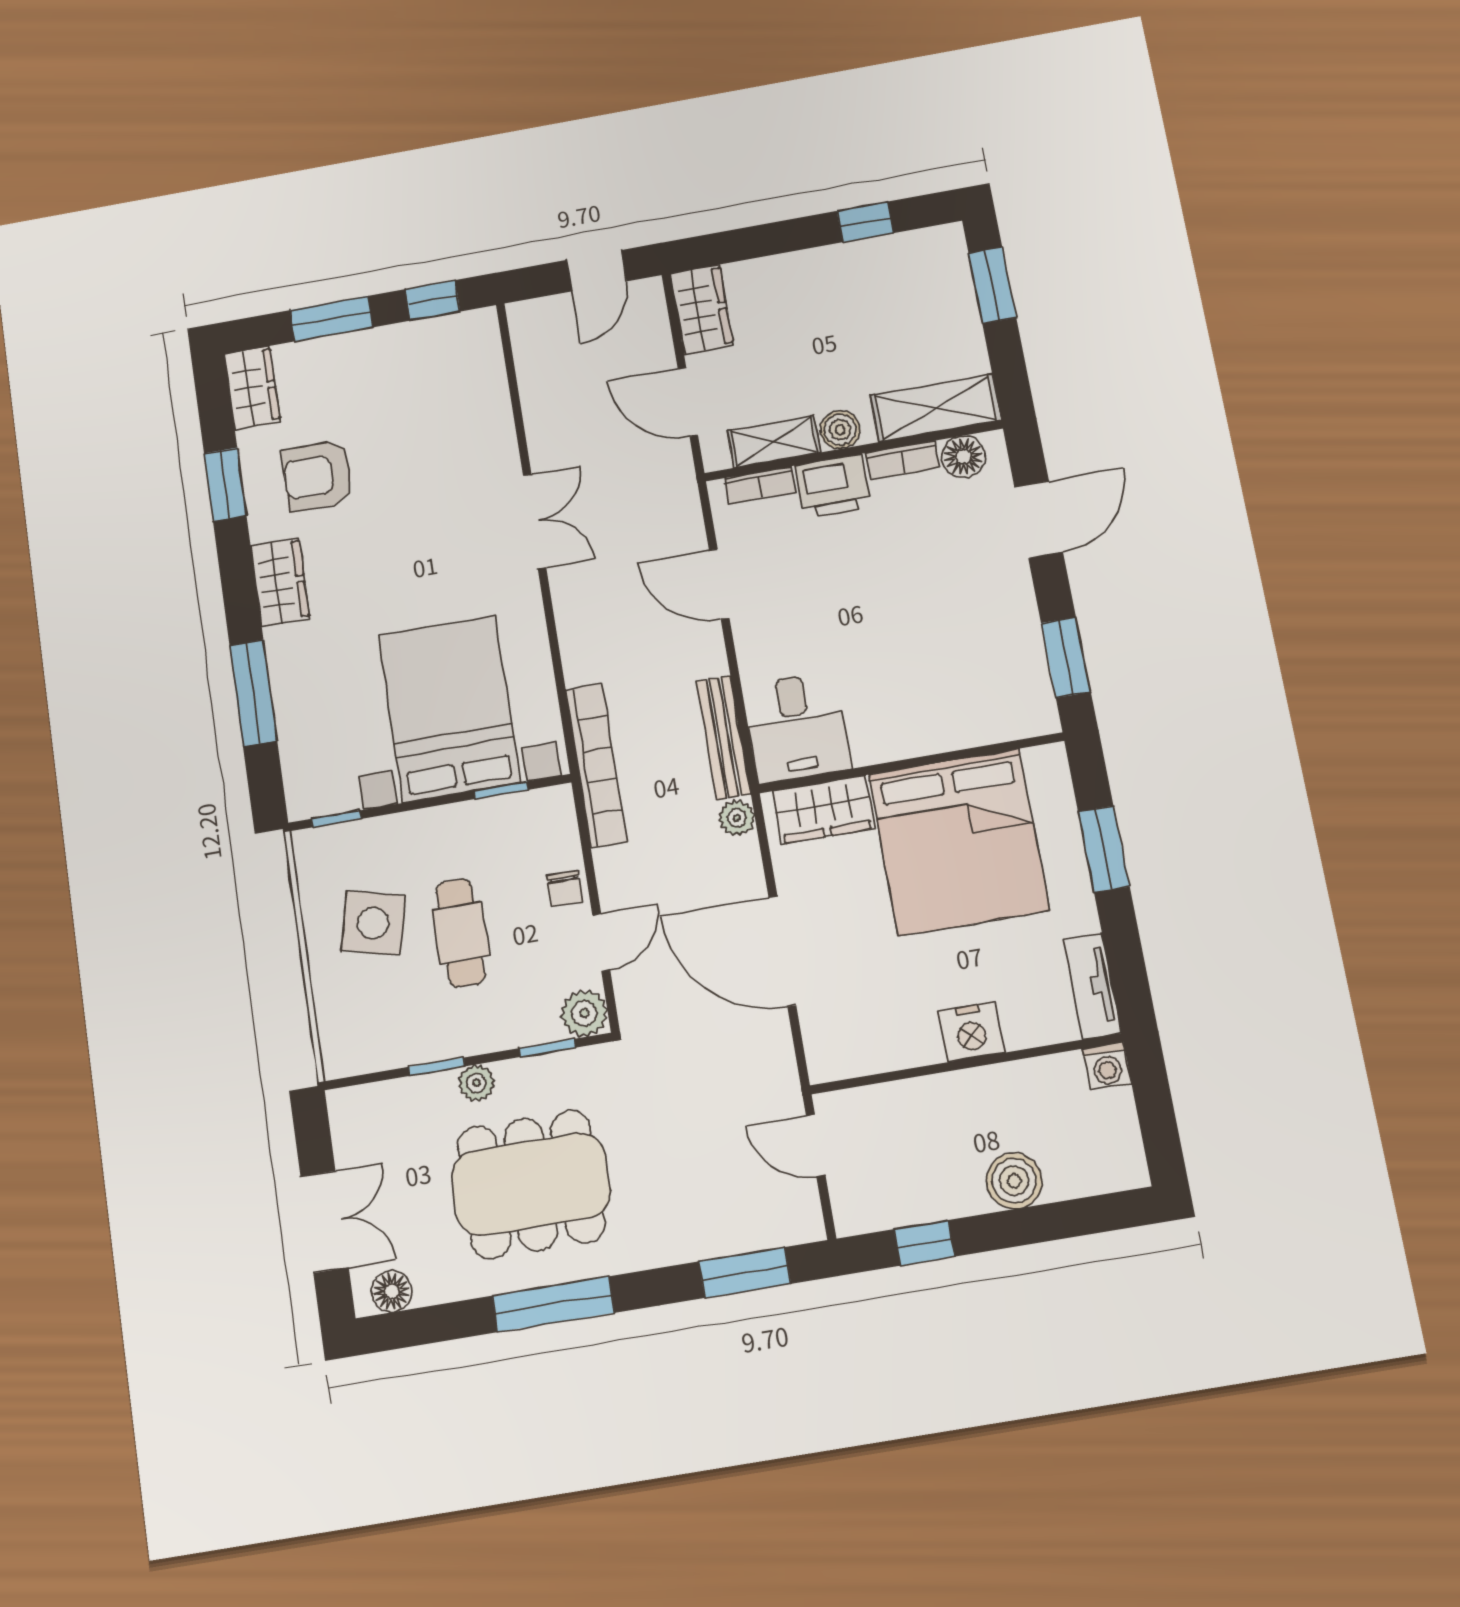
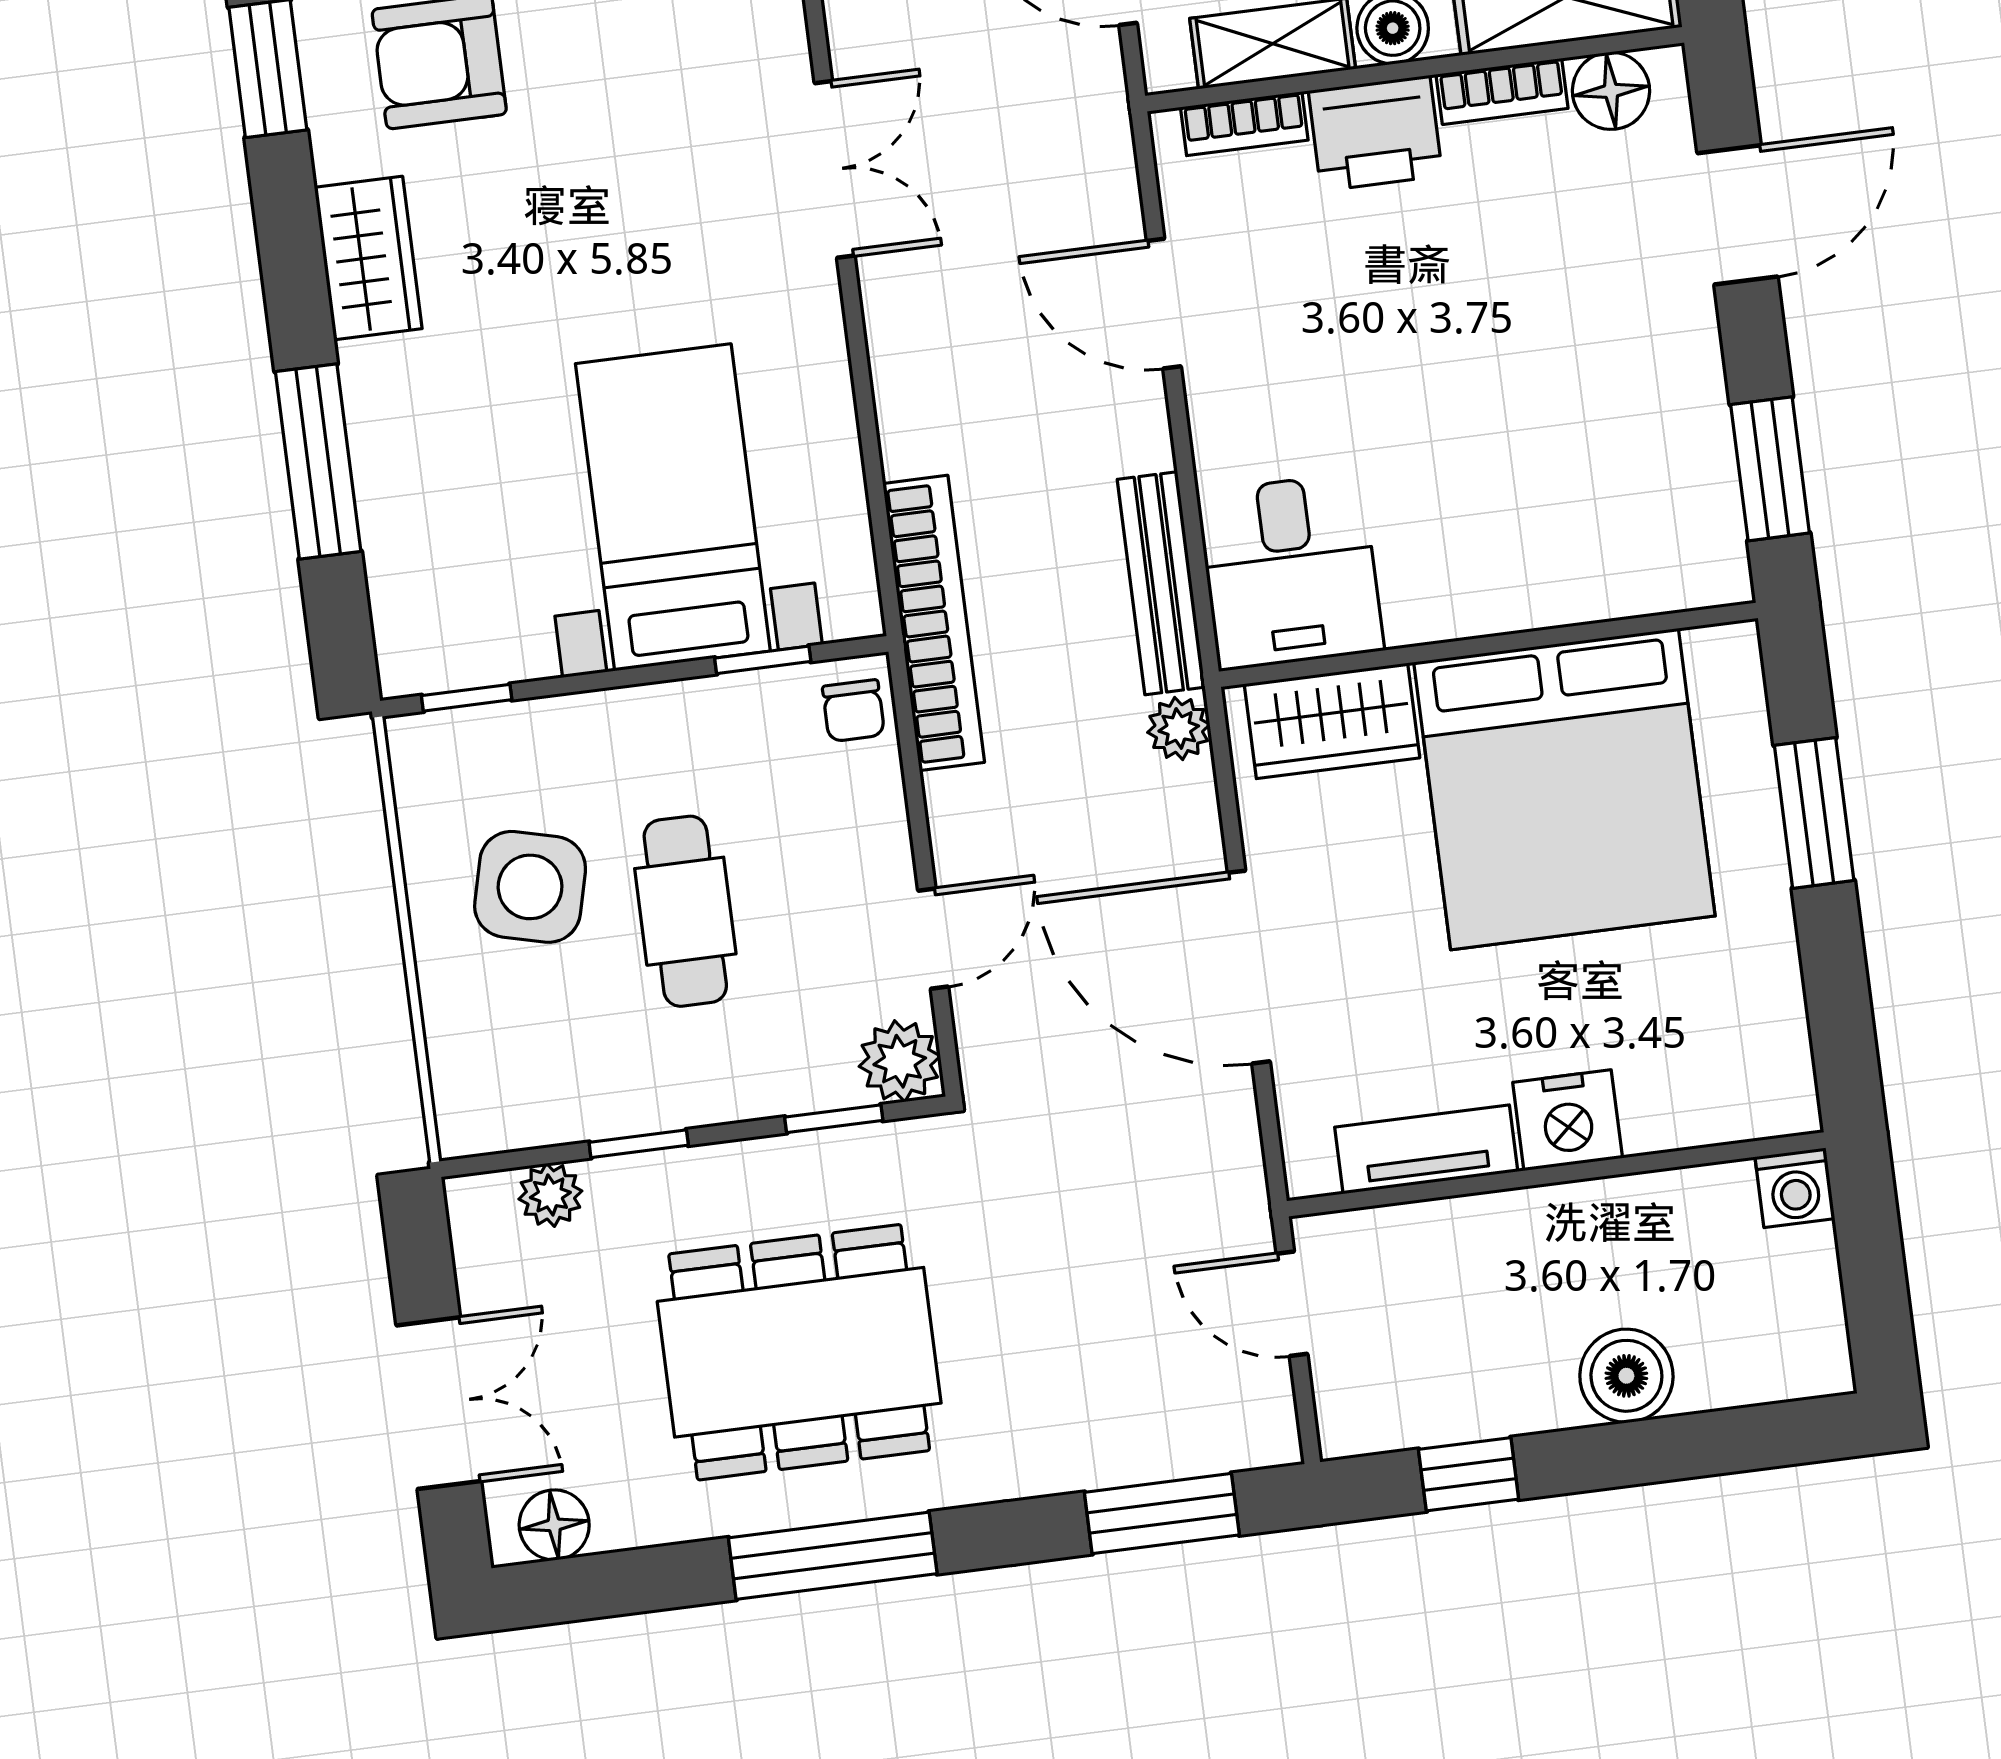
bed with nightstands: (449, 709) -> (673, 507), width x0.73
chair: (564, 889) -> (853, 711), moved
tv unit: (1092, 986) -> (1426, 1149), moved, turned 90
plant: (477, 1083) -> (550, 1195), moved

